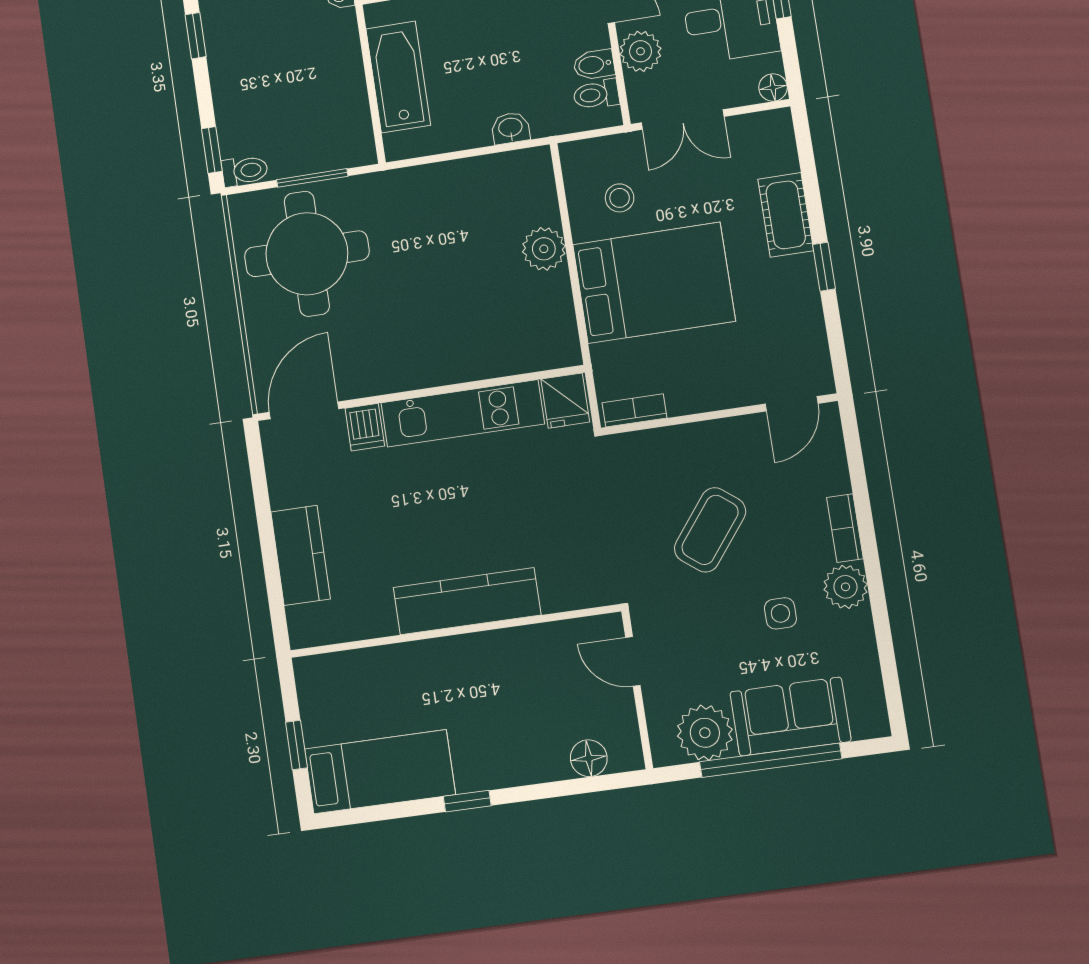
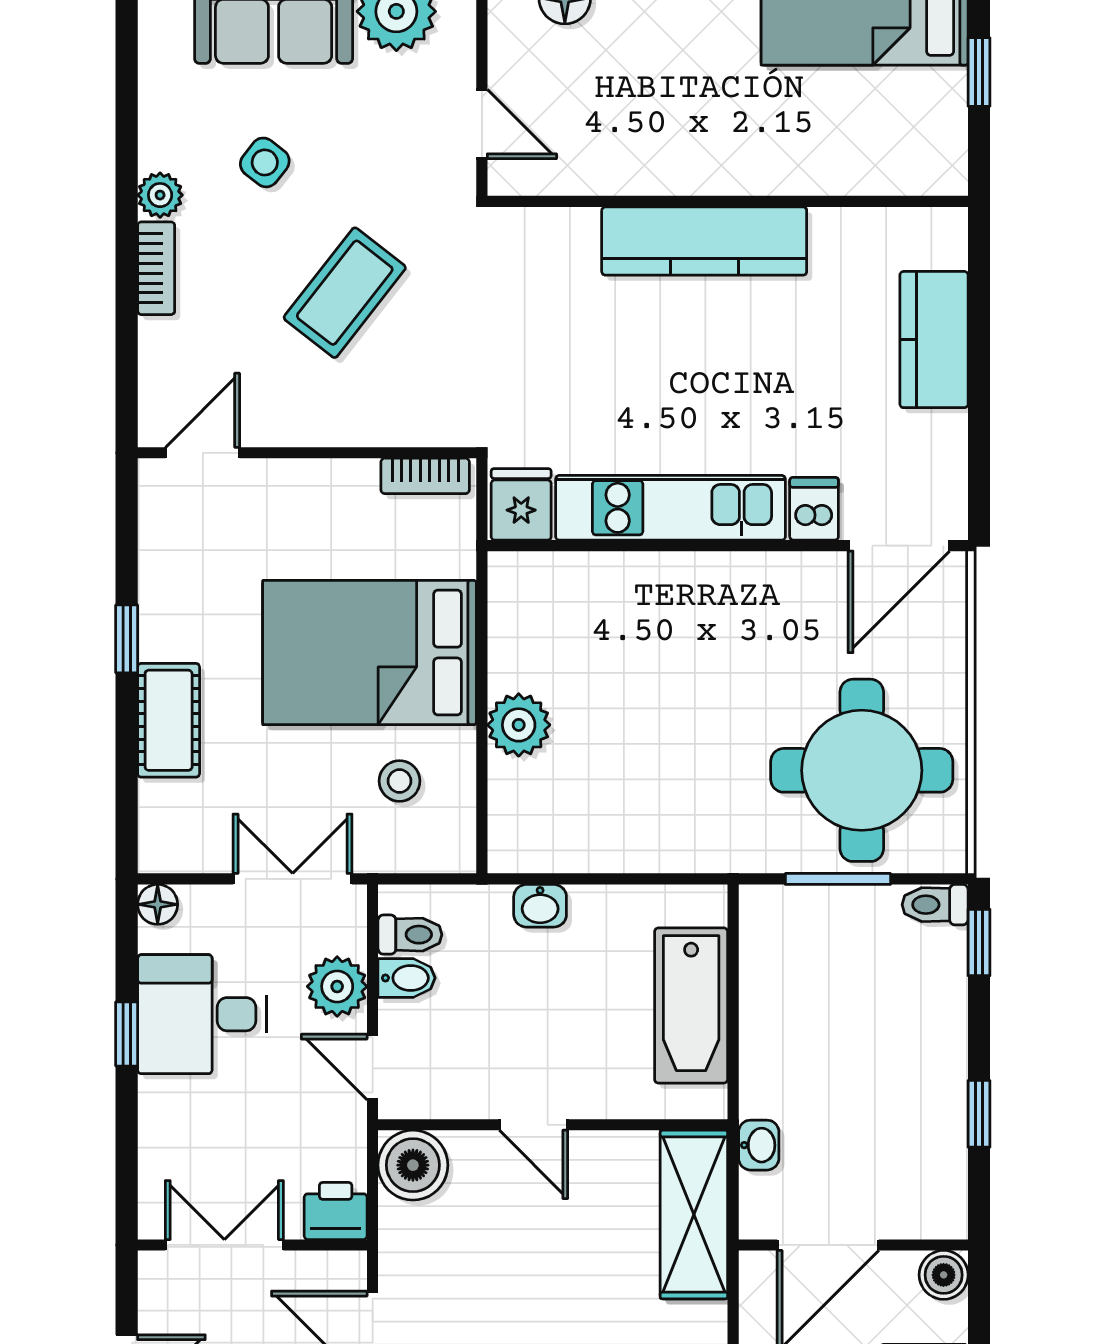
plant: (846, 587) -> (160, 195), width x0.73, depth x0.73
side table: (780, 613) -> (265, 162), turned 38

